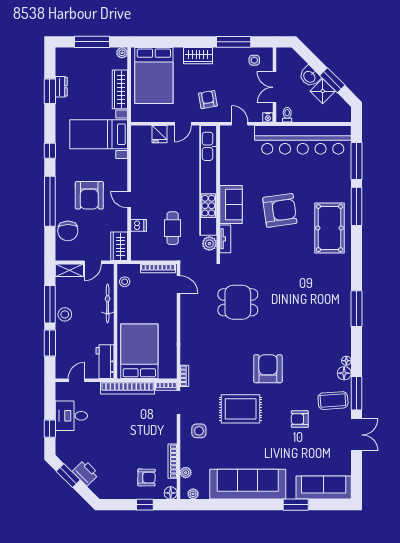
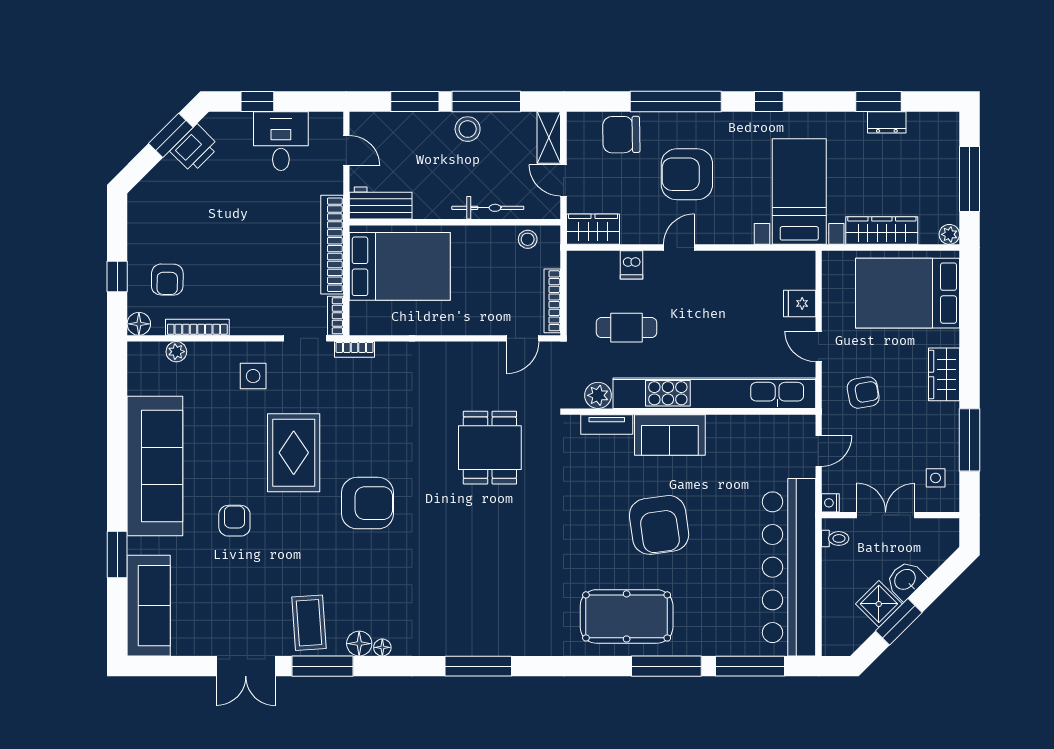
armchair: (300, 419) -> (234, 521), moved
printer: (86, 473) -> (195, 149), moved
plant: (193, 494) -> (137, 365), removed

